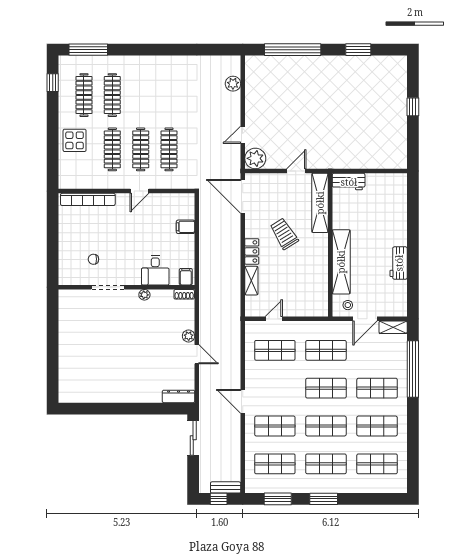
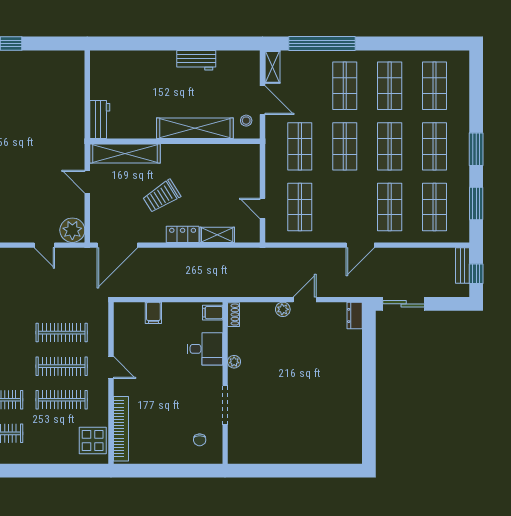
display table: (75, 140) -> (93, 441), moved
chair: (93, 259) -> (200, 440), moved
dresser: (179, 396) -> (355, 315), width x0.70

